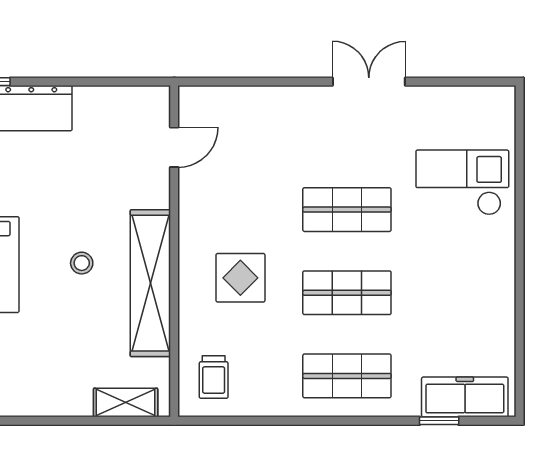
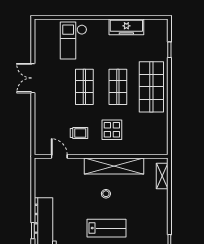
shop shelf: (347, 376) -> (151, 87), width x1.43, depth x1.36
trolley: (214, 377) -> (79, 133), moved
freezer: (465, 397) -> (126, 27), moved, turned -90

